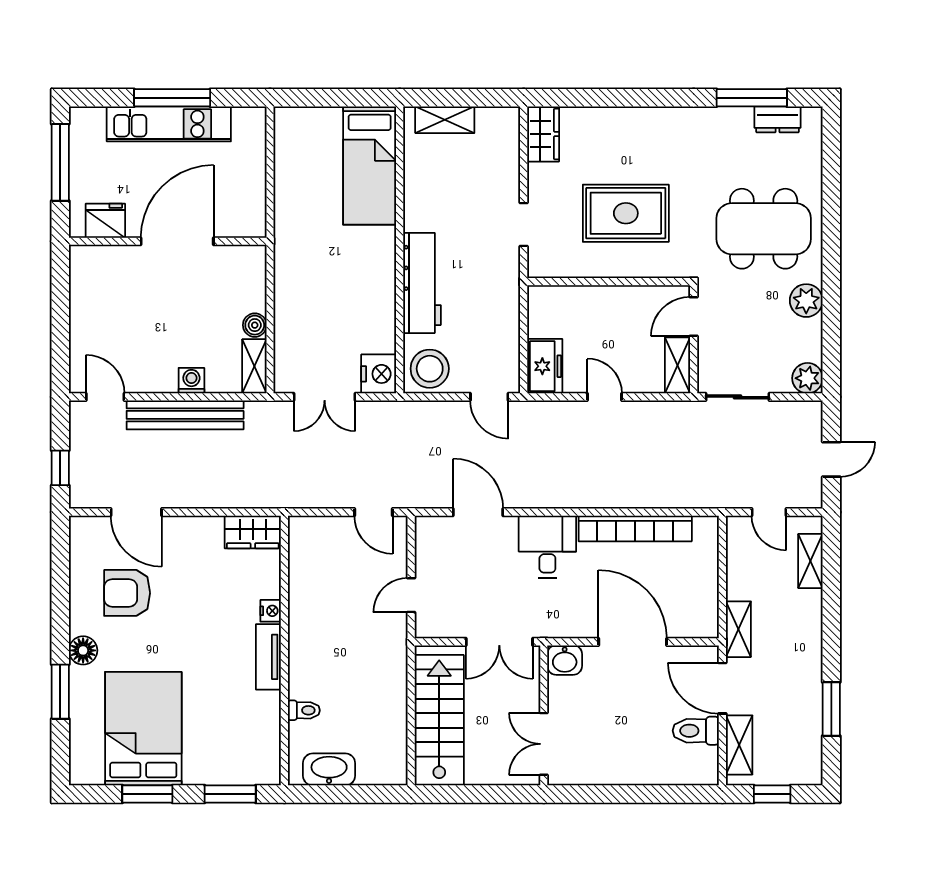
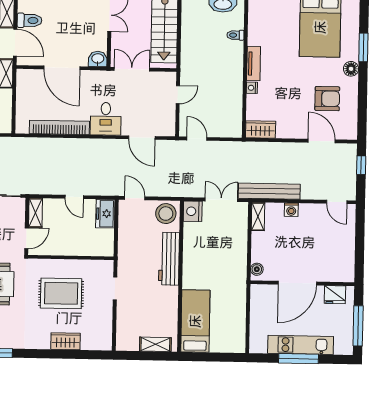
wardrobe: (543, 134) -> (66, 341), moved, turned 90
boiler: (255, 325) -> (257, 269), moved
bench: (185, 415) -> (269, 191), moved

